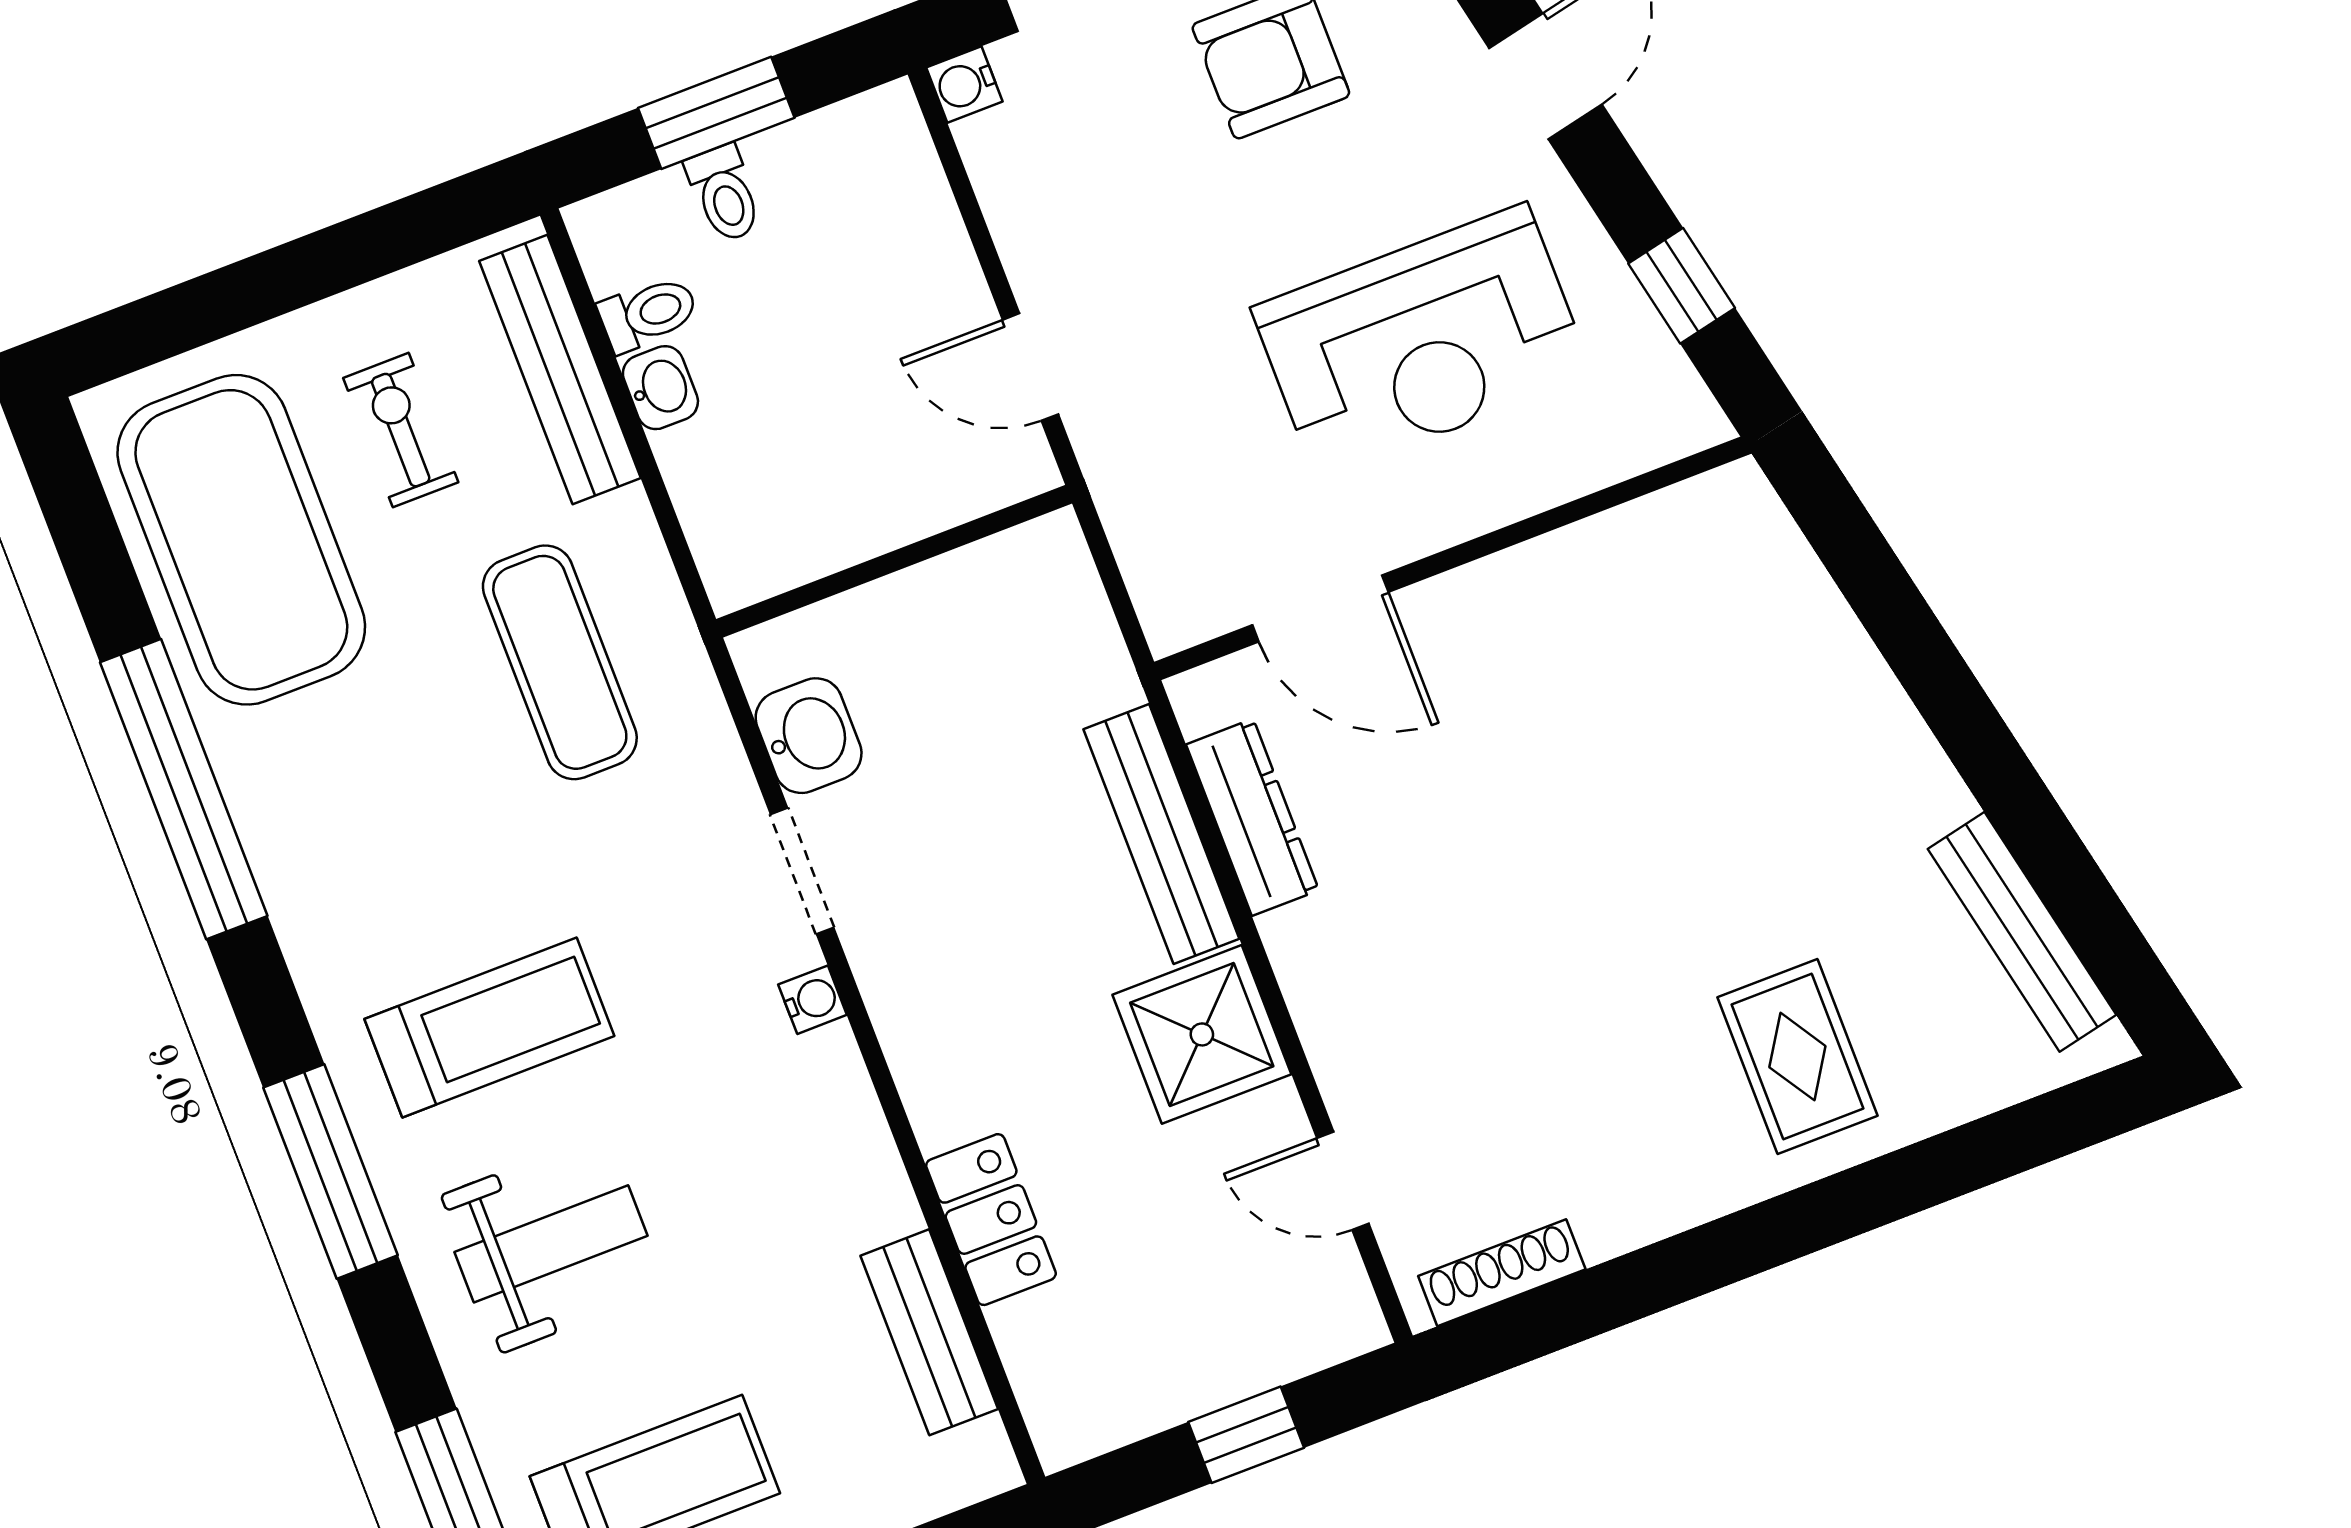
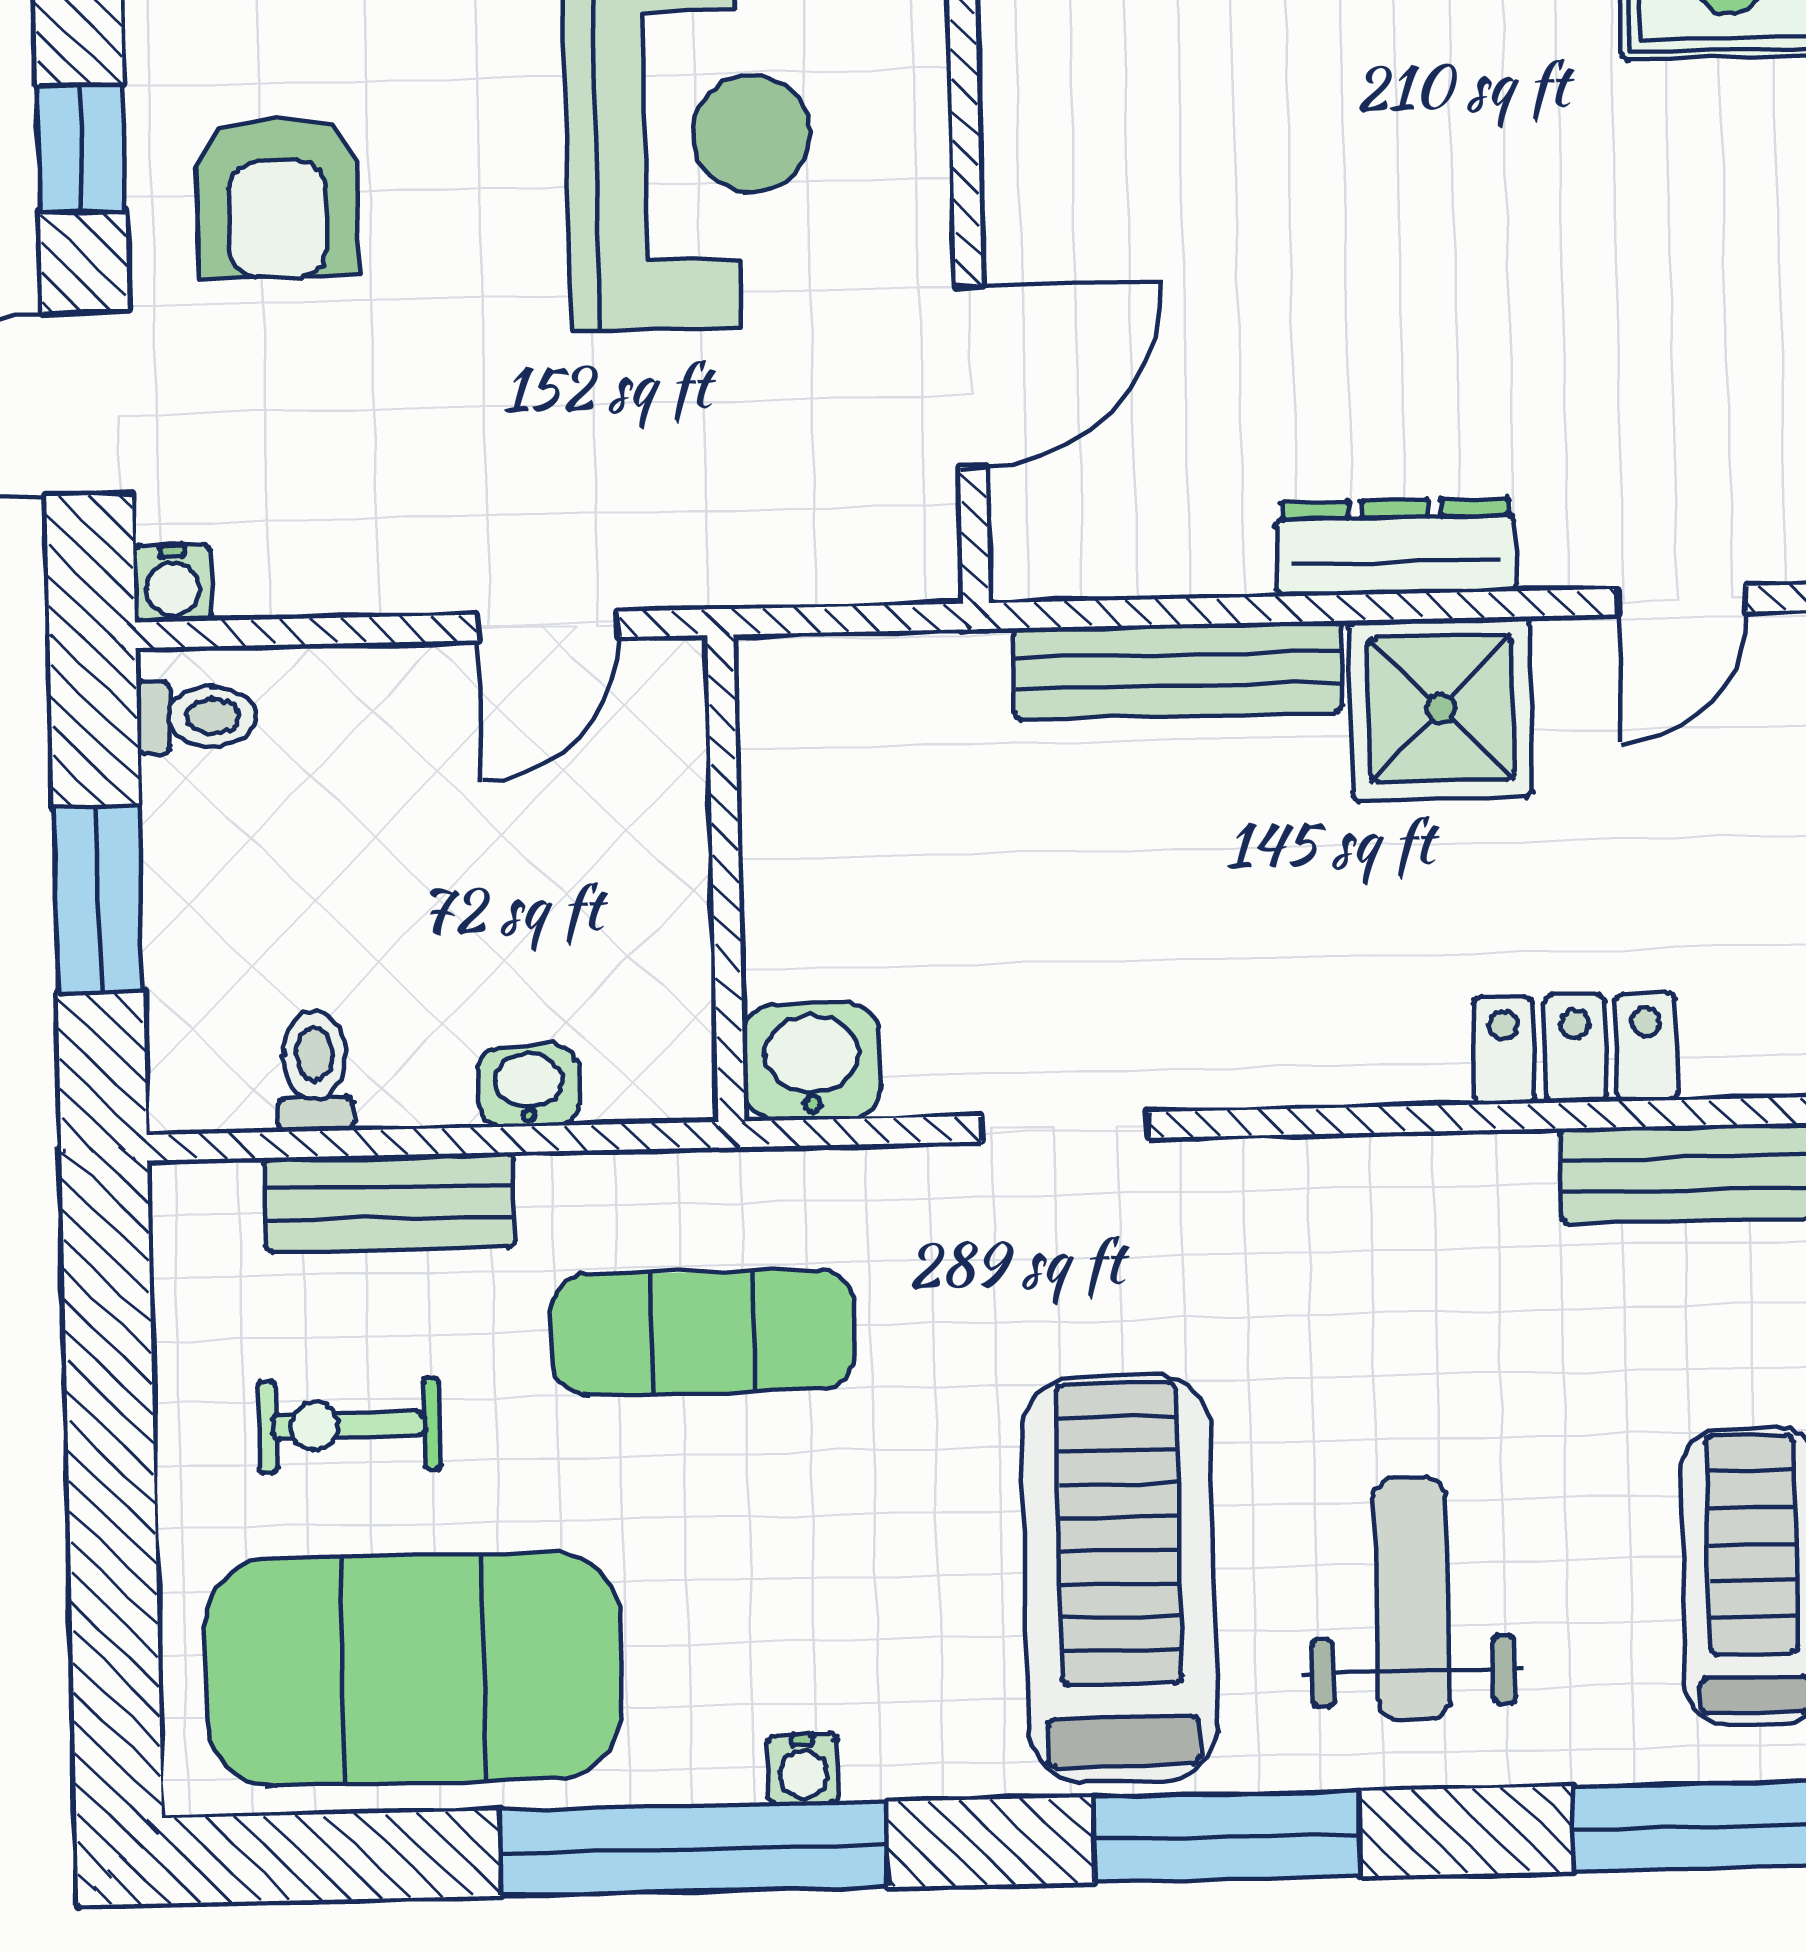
toilet: (724, 194) -> (196, 717), moved
bench: (560, 369) -> (390, 1203), width x0.73
washbasin: (660, 388) -> (529, 1086), moved
washbasin: (809, 736) -> (812, 1062), moved
dresser: (1252, 817) -> (1396, 547), moved
water cooler: (813, 1000) -> (803, 1769), moved, turned 180
treadmill: (489, 1028) -> (1120, 1579), width x1.37, depth x1.38

